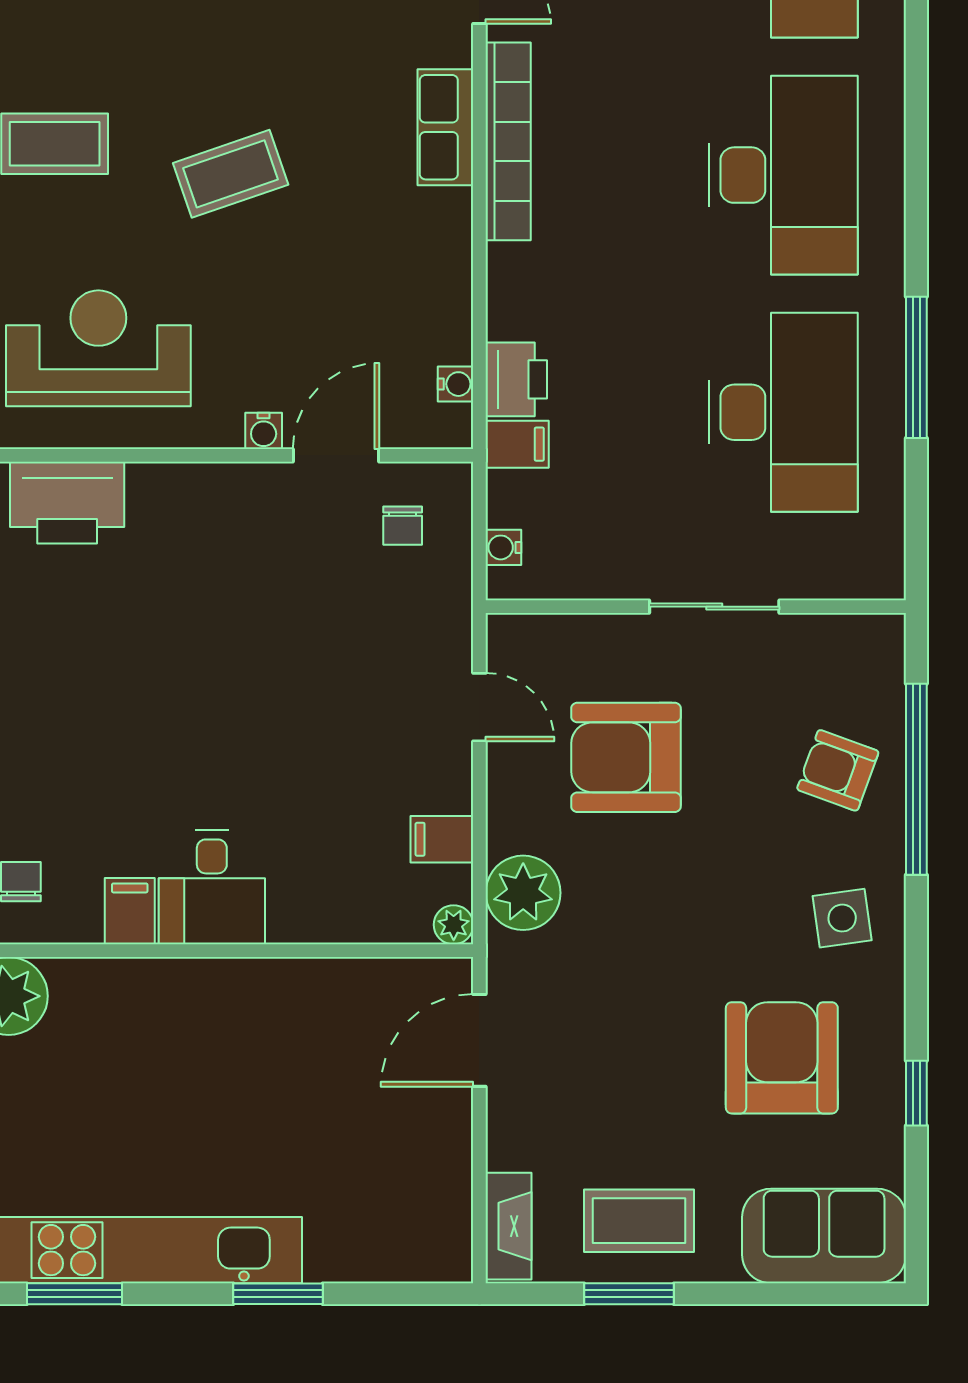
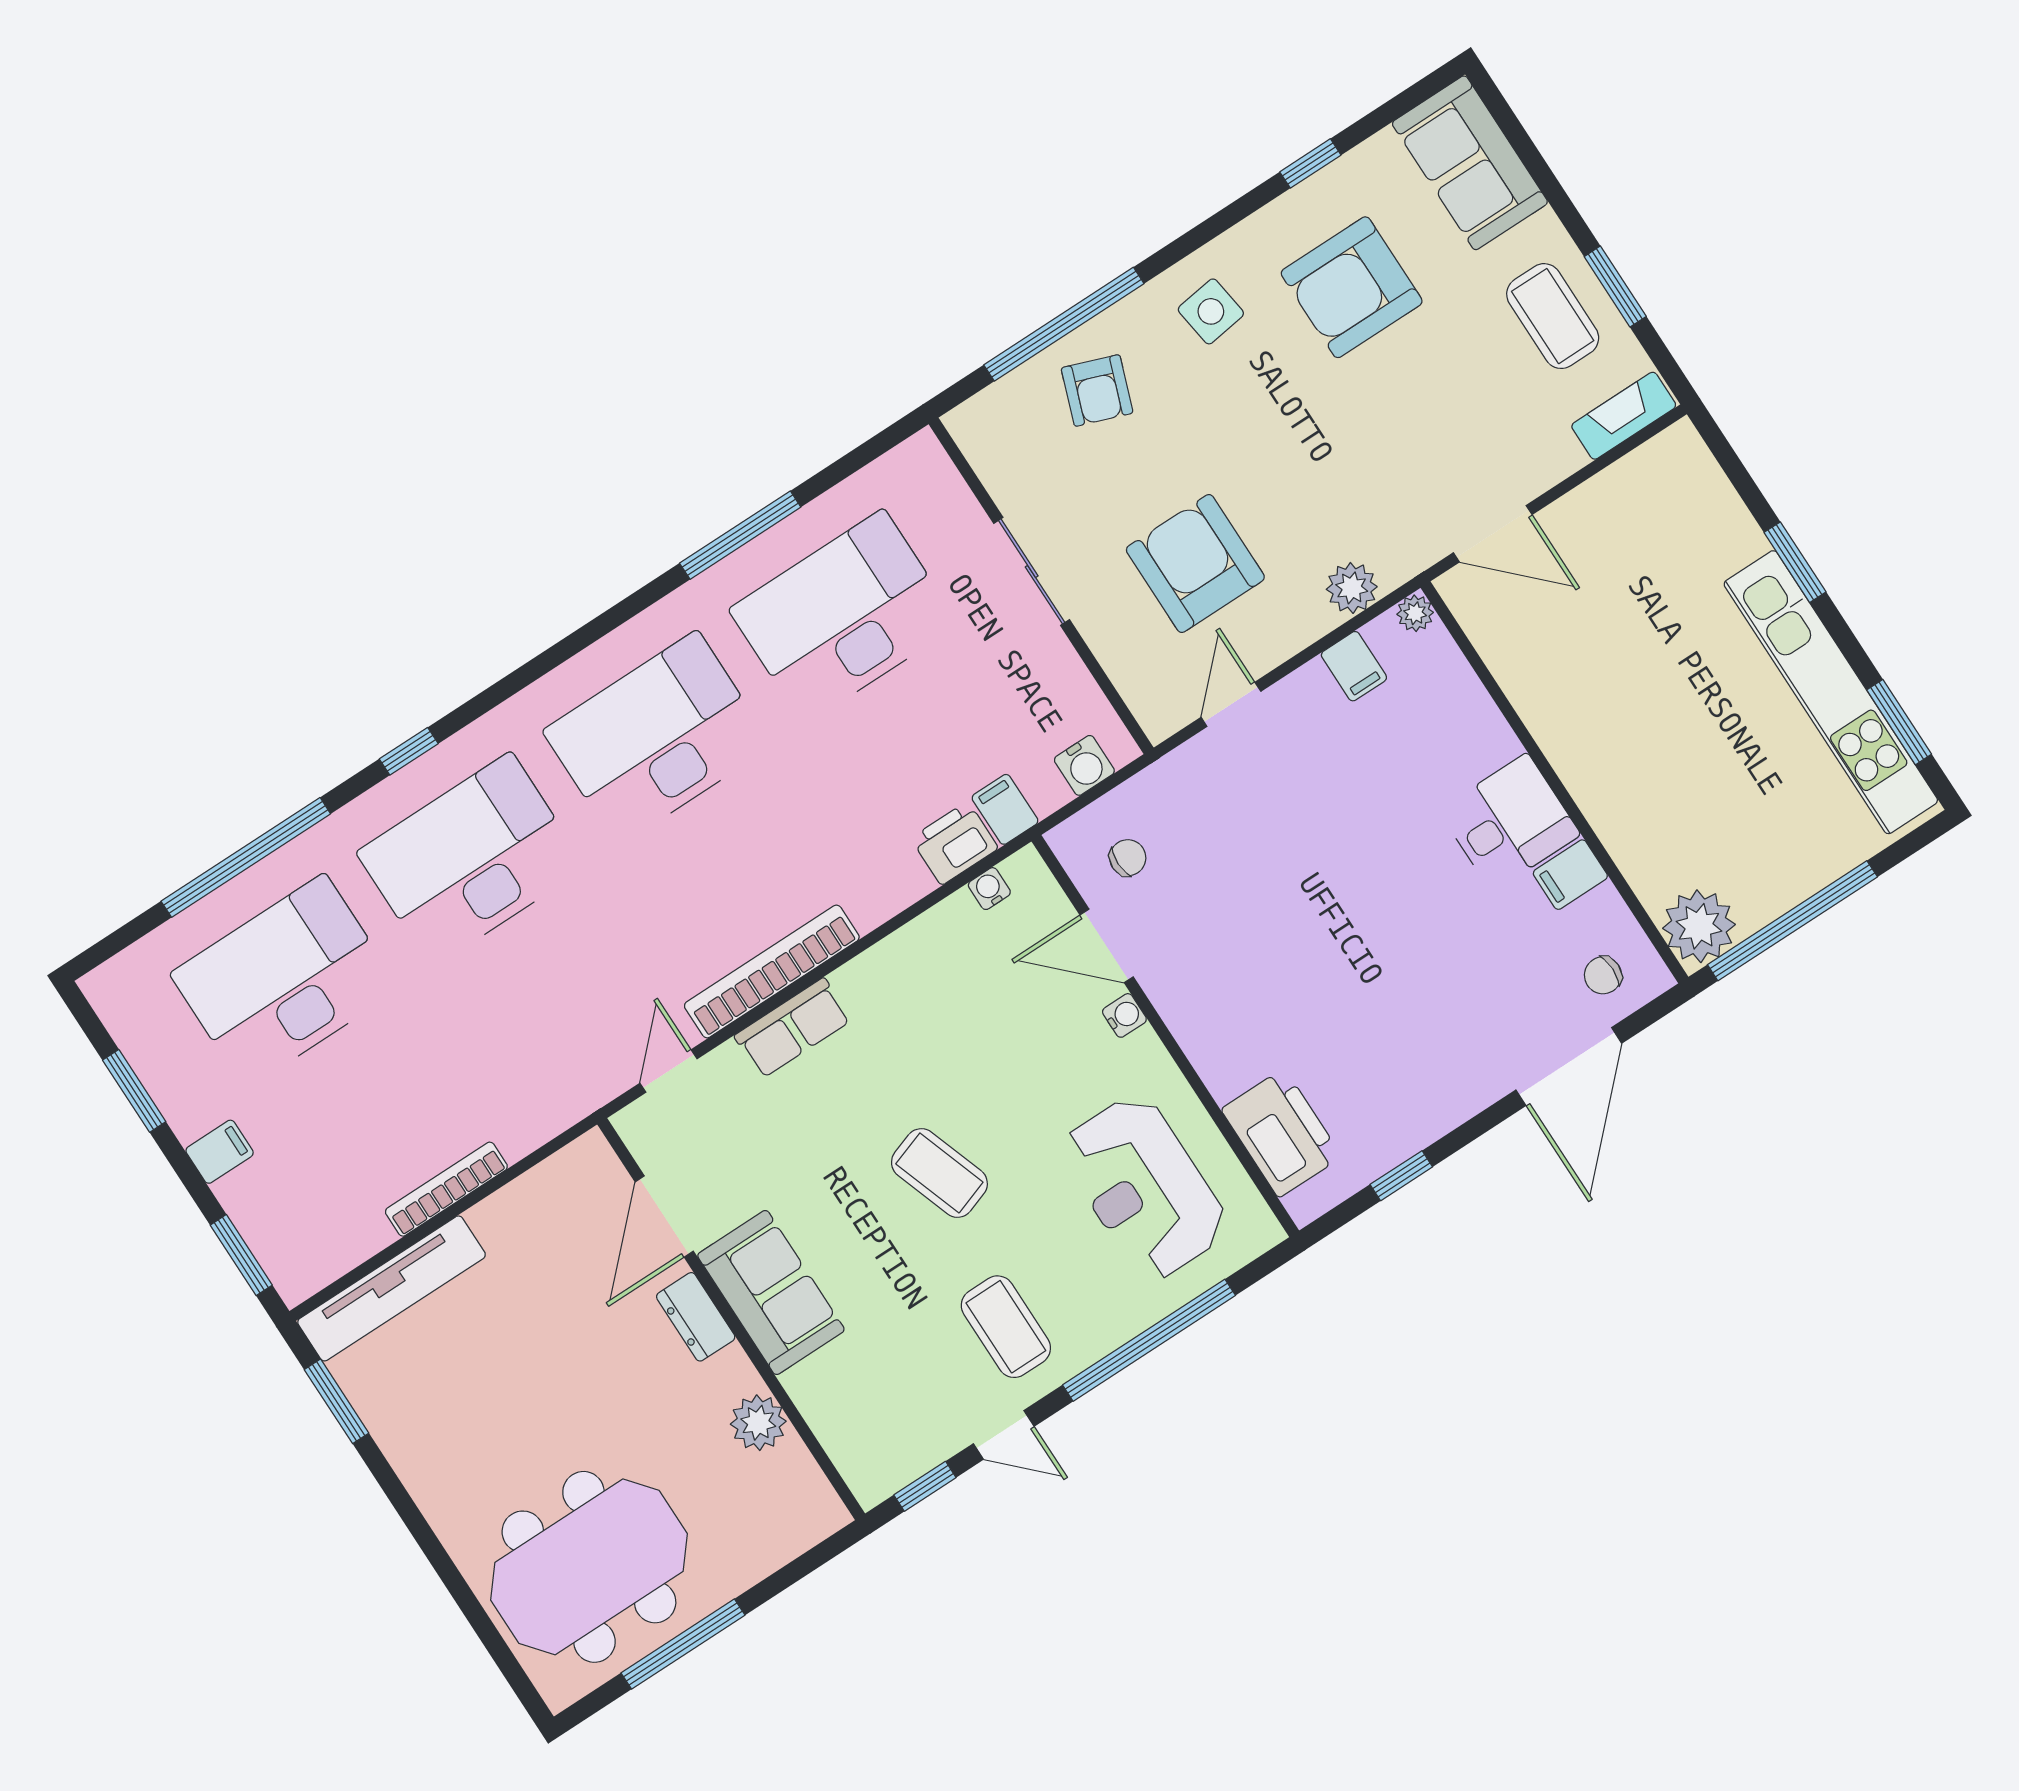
water cooler: (503, 547) -> (1084, 765), width x1.38, depth x1.38
armchair: (626, 757) -> (1195, 564), turned 180
plant: (523, 893) -> (1352, 588), width x0.73, depth x0.73

